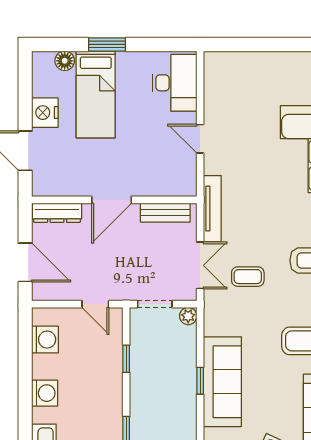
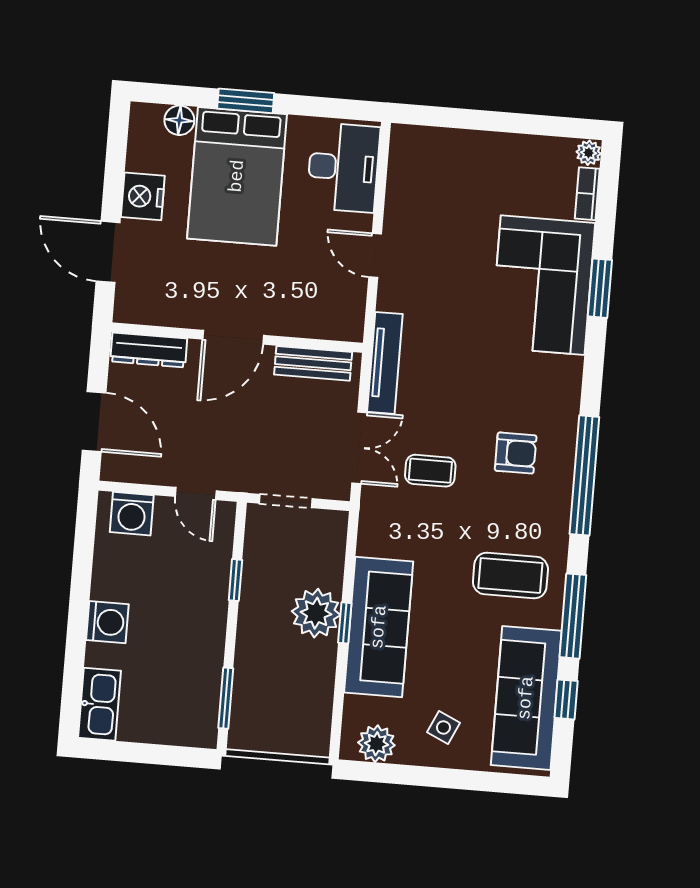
bed: (96, 94) -> (237, 176), width x1.50
plant: (188, 316) -> (316, 613), moved, width x1.88, depth x1.88
washing machine: (45, 340) -> (132, 514), moved, turned 90

